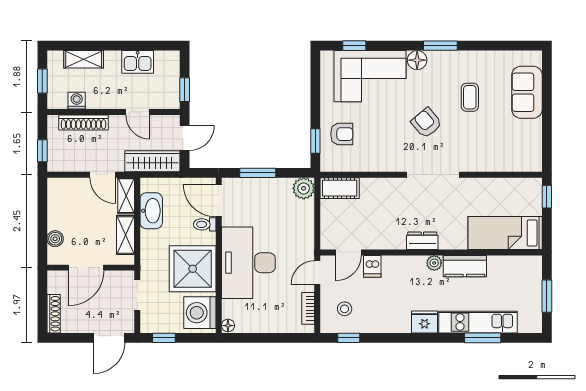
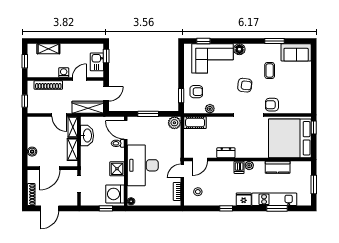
window: (440, 46) -> (274, 41), moved
kitchen sink: (138, 62) -> (97, 62), moved, turned 90
window: (185, 90) -> (106, 56), moved
sofa: (527, 92) -> (296, 52), moved, turned -90
washing machine: (77, 101) -> (64, 73), moved
door: (138, 112) -> (79, 79), swing flipped
armchair: (426, 123) -> (245, 85), turned 137
armchair: (474, 157) -> (272, 105), added
plant: (365, 164) -> (210, 109), added
bed: (505, 233) -> (290, 138), width x2.04
dresser: (422, 241) -> (226, 153), moved
dishwasher: (372, 266) -> (239, 167), moved
kitchen counter: (465, 266) -> (278, 167), moved
shower: (193, 269) -> (117, 169), width x0.54, depth x0.54
door: (109, 338) -> (50, 208), moved
window: (164, 338) -> (106, 208), moved
window: (349, 338) -> (226, 208), moved

